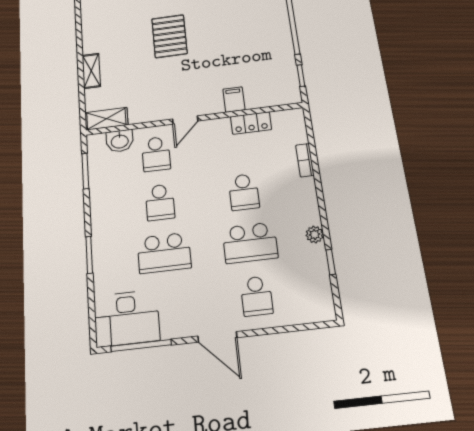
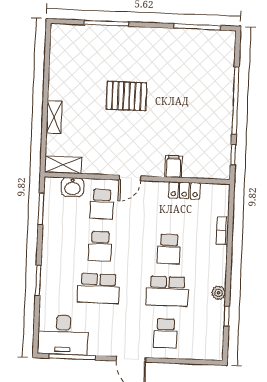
pallet: (169, 36) -> (127, 96), turned 90

